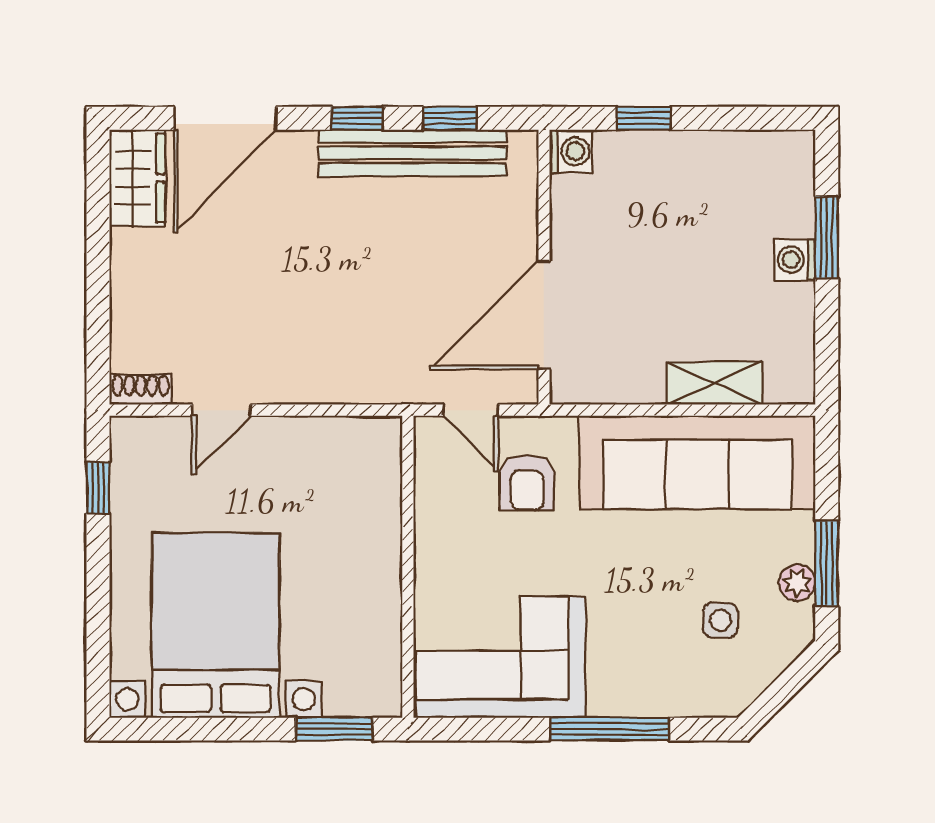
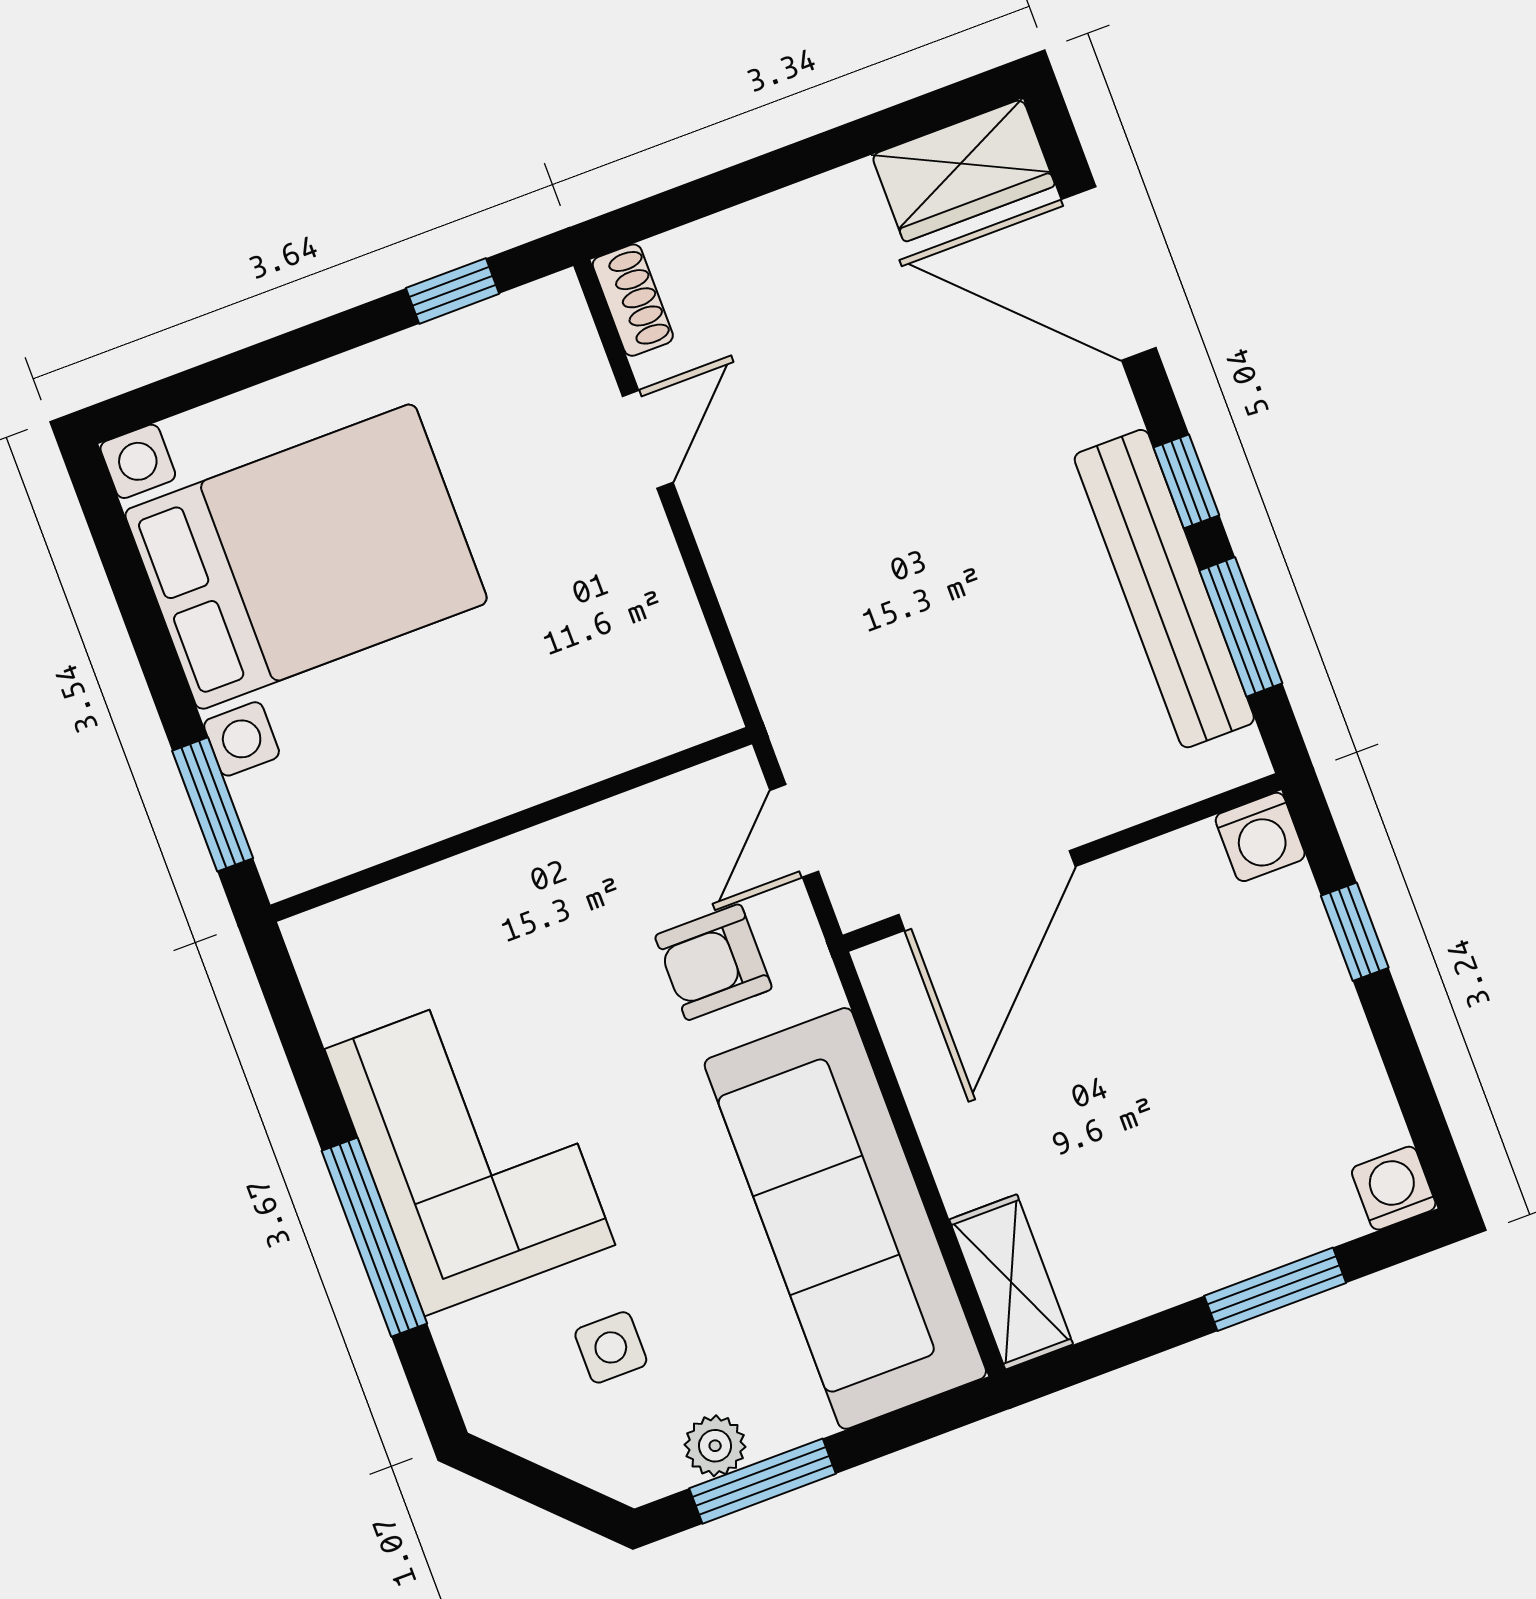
window: (450, 118) -> (1241, 627), width x1.50
washing machine: (795, 260) -> (1394, 1188), moved
door: (544, 315) -> (987, 891), swing flipped
shelving: (715, 383) -> (1011, 1282), moved
door: (221, 410) -> (648, 439), swing flipped
corner sofa: (501, 657) -> (470, 1147), moved

